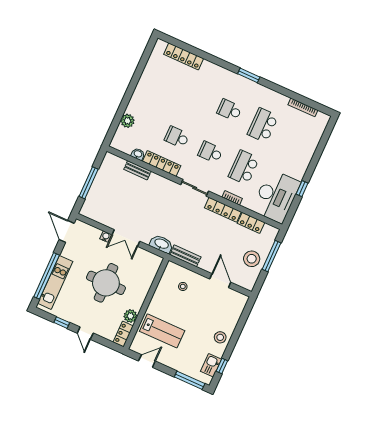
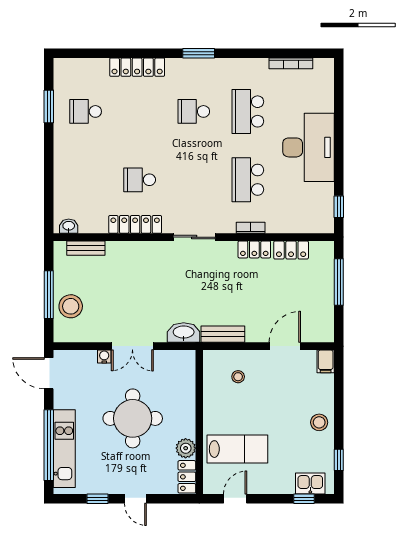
locker: (184, 56) -> (137, 67), moved
window: (141, 66) -> (49, 107), added
plant: (128, 121) -> (63, 188), removed
school desk: (210, 152) -> (86, 111), moved
washbasin: (138, 154) -> (69, 226), moved
bench: (137, 170) -> (86, 248), moved
window: (302, 189) -> (339, 207), moved
desk: (276, 196) -> (309, 147), moved
locker: (223, 210) -> (254, 249), width x0.66
stool: (252, 259) -> (71, 306), moved
door: (220, 281) -> (285, 346), hinge flipped
filing cabinet: (241, 301) -> (326, 361), added
kitchen sink: (211, 365) -> (310, 483), moved, turned 90
window: (190, 380) -> (304, 499), width x0.46

